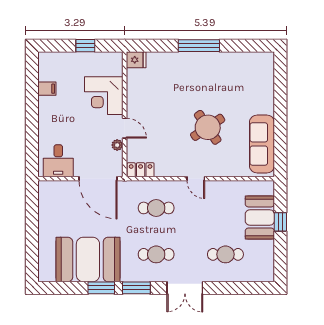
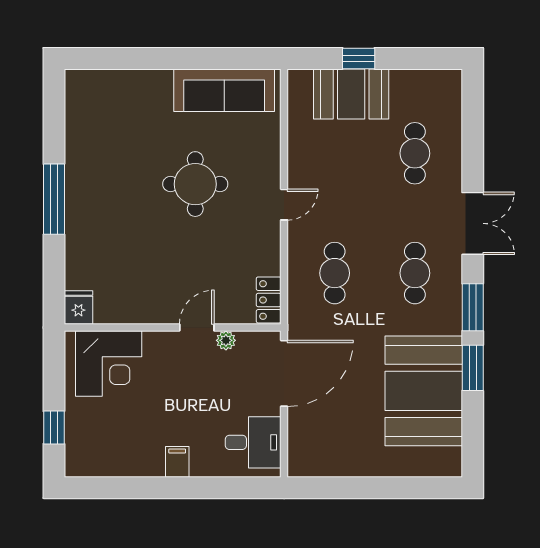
window: (85, 46) -> (54, 428), moved
filing cabinet: (47, 89) -> (177, 462), moved
corner desk: (104, 96) -> (109, 364), moved
round table: (208, 127) -> (195, 184), turned 34

